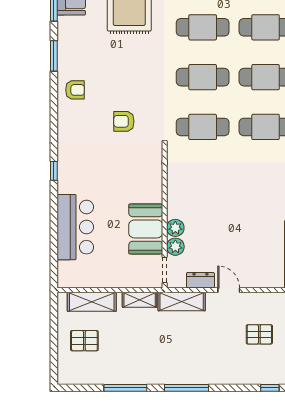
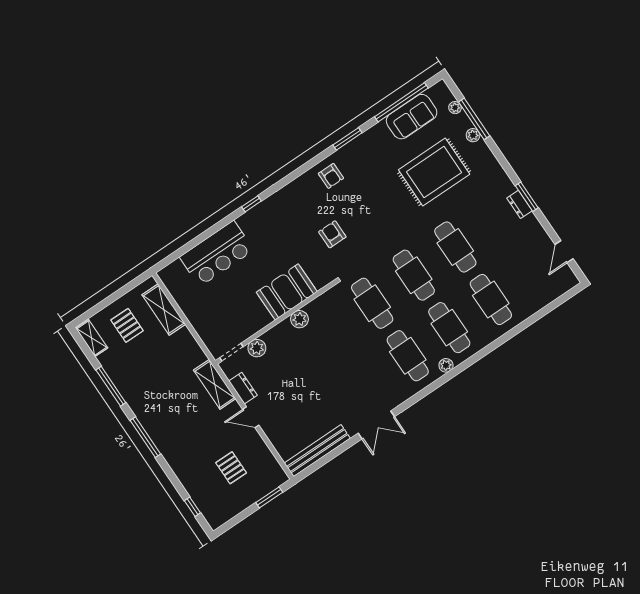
plant: (175, 228) -> (299, 319), moved
booth: (146, 229) -> (287, 292), moved
door: (229, 290) -> (251, 417), swing flipped
shelving: (140, 300) -> (92, 338), moved

